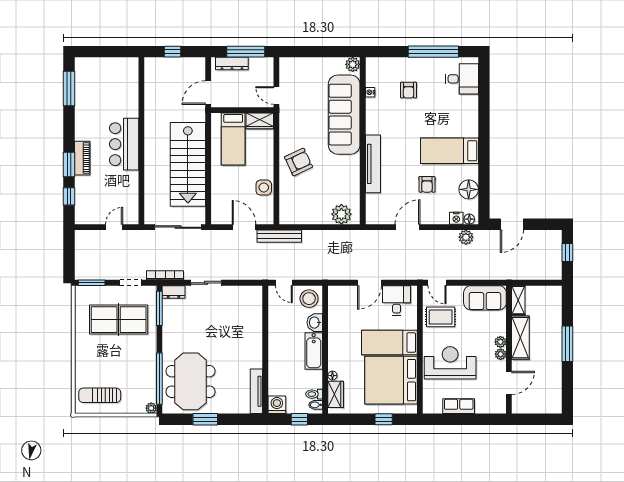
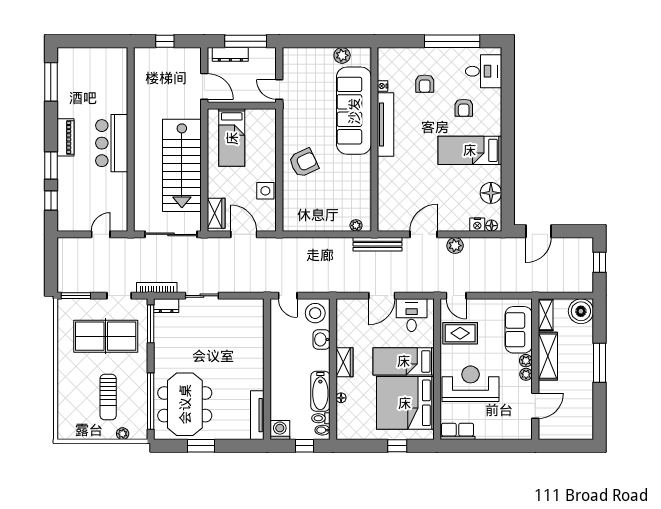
plant: (353, 64) -> (342, 55), moved
door: (208, 93) -> (204, 86), swing flipped
wardrobe: (260, 121) -> (216, 213), moved, turned -90
piano: (82, 158) -> (65, 137), moved
tv unit: (373, 164) -> (386, 124), moved
armchair: (427, 184) -> (464, 108), moved
plant: (341, 214) -> (356, 225), width x0.53, depth x0.53
bench: (279, 236) -> (377, 244), moved
plant: (466, 237) -> (455, 246), moved
boiler: (550, 297) -> (581, 311), added
sofa: (485, 298) -> (519, 330), moved, turned 90
bathtub: (314, 351) -> (320, 391), moved
wardrobe: (336, 394) -> (344, 362), moved
sun lounger: (100, 395) -> (108, 397), moved, turned -90
row of seats: (459, 406) -> (458, 431), moved
plant: (151, 408) -> (123, 434), moved

